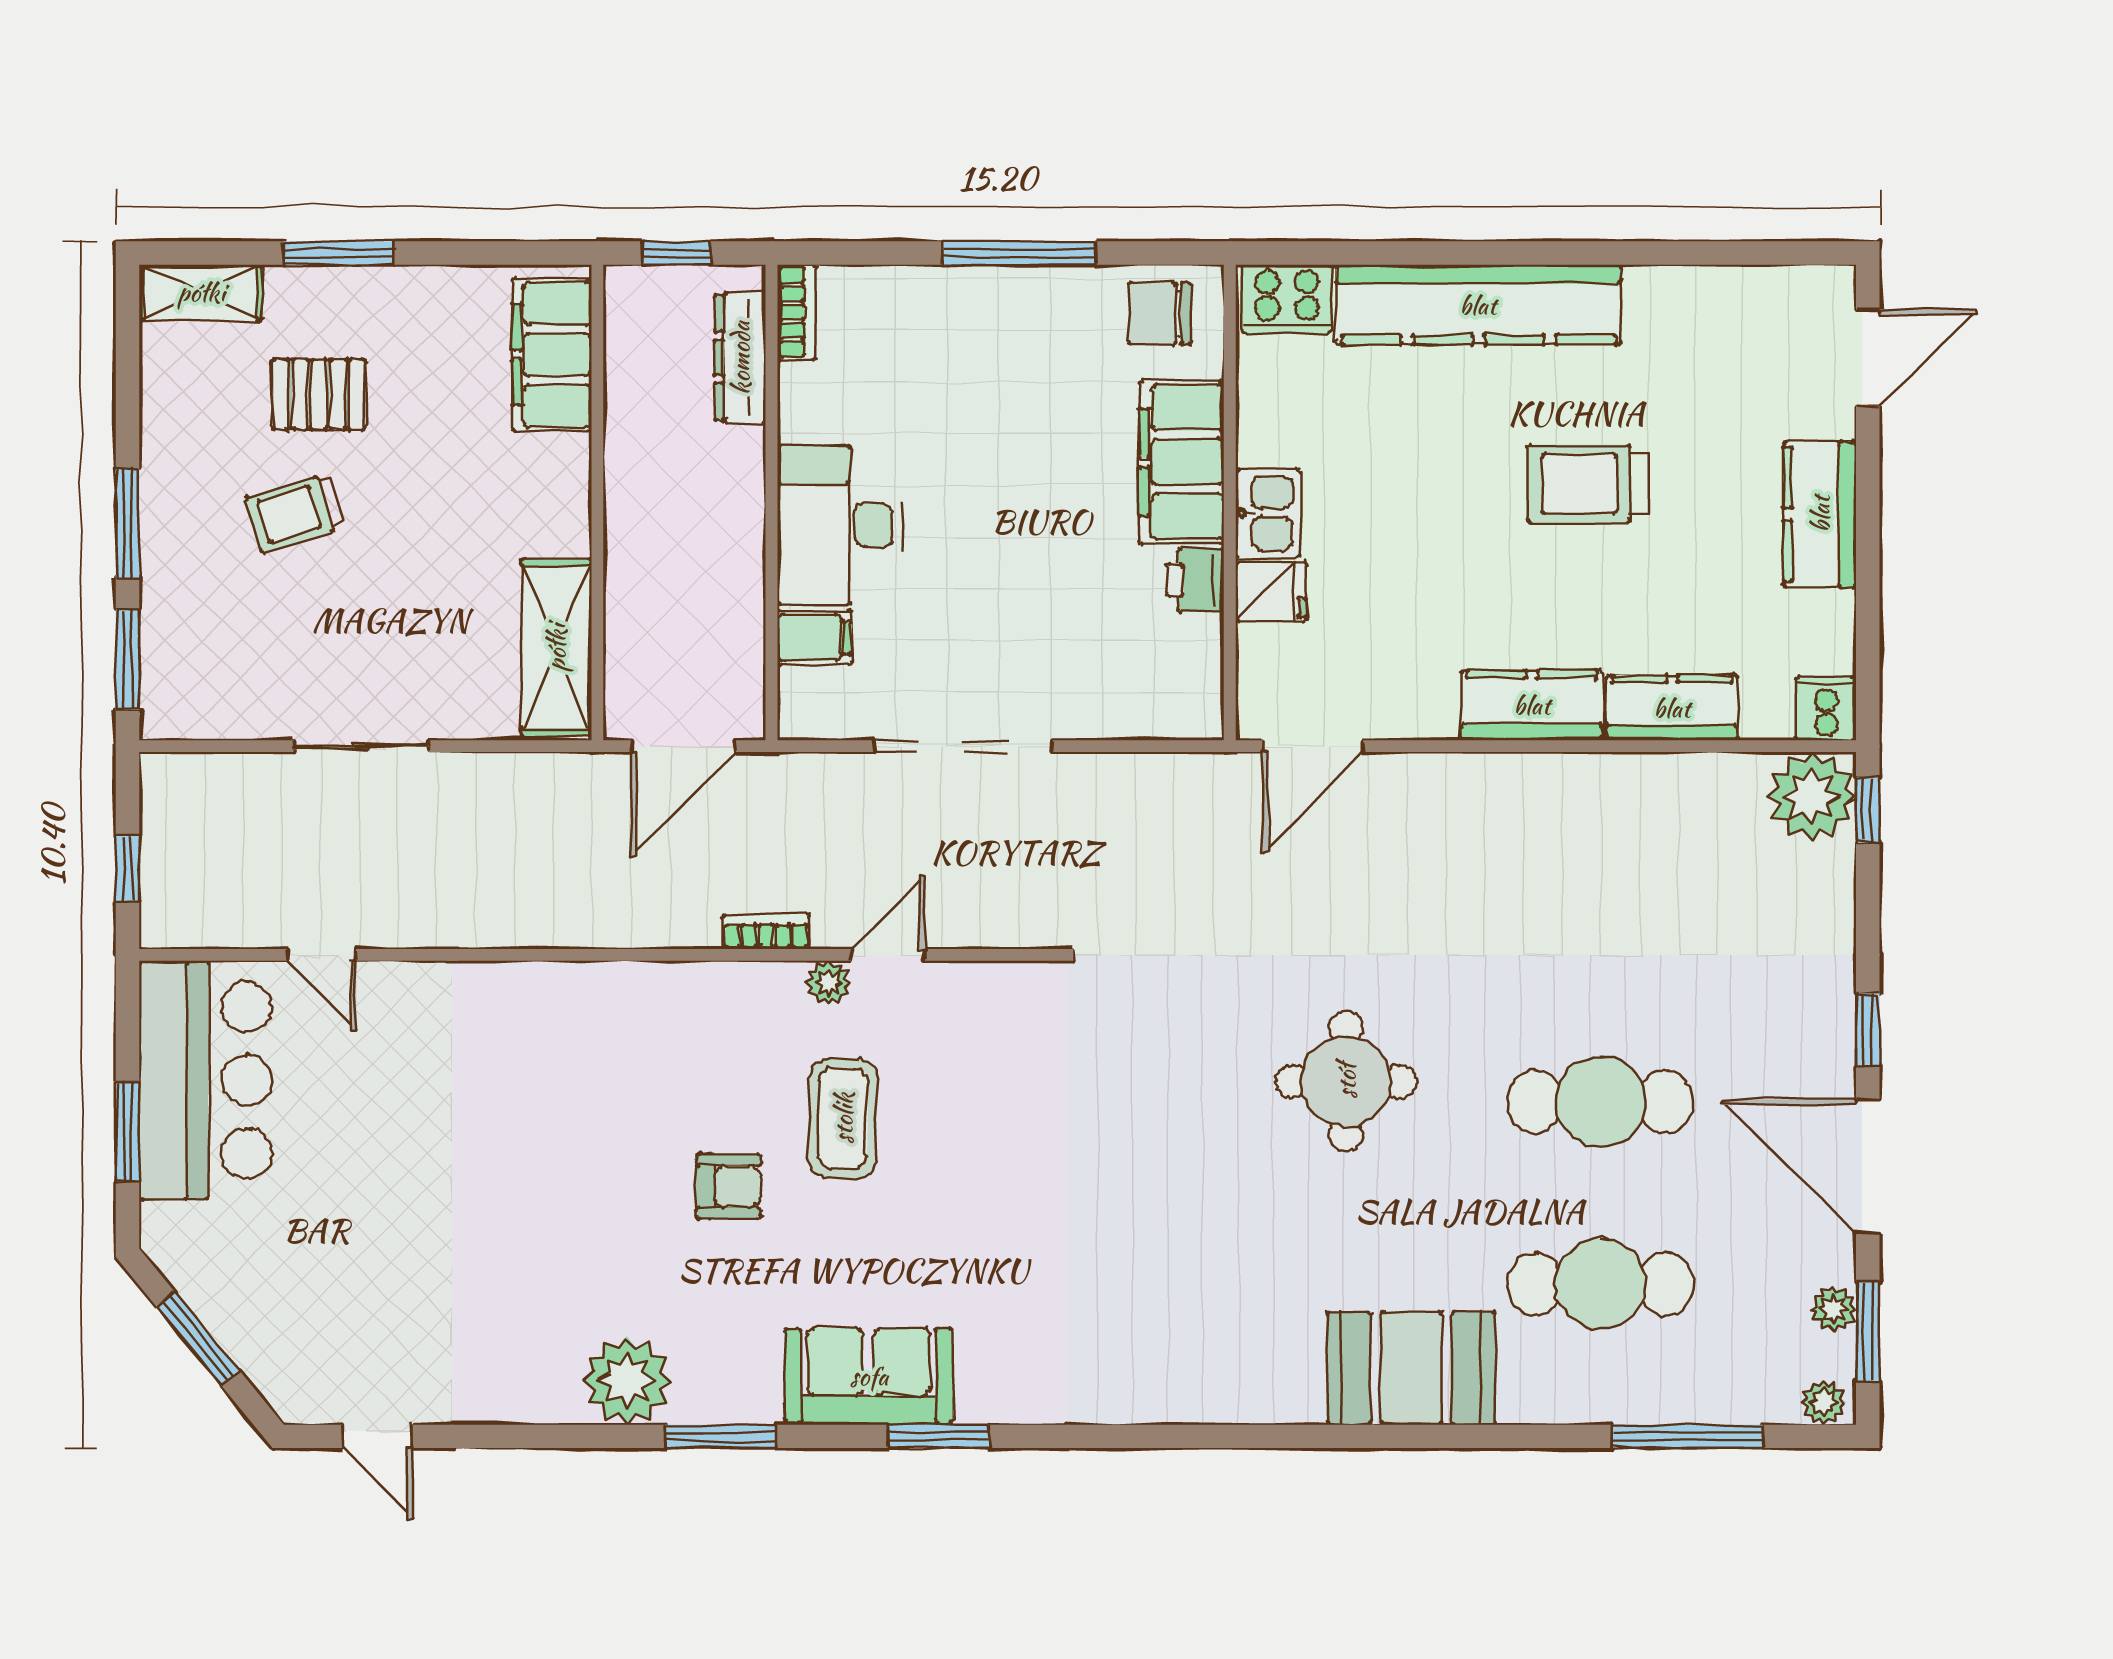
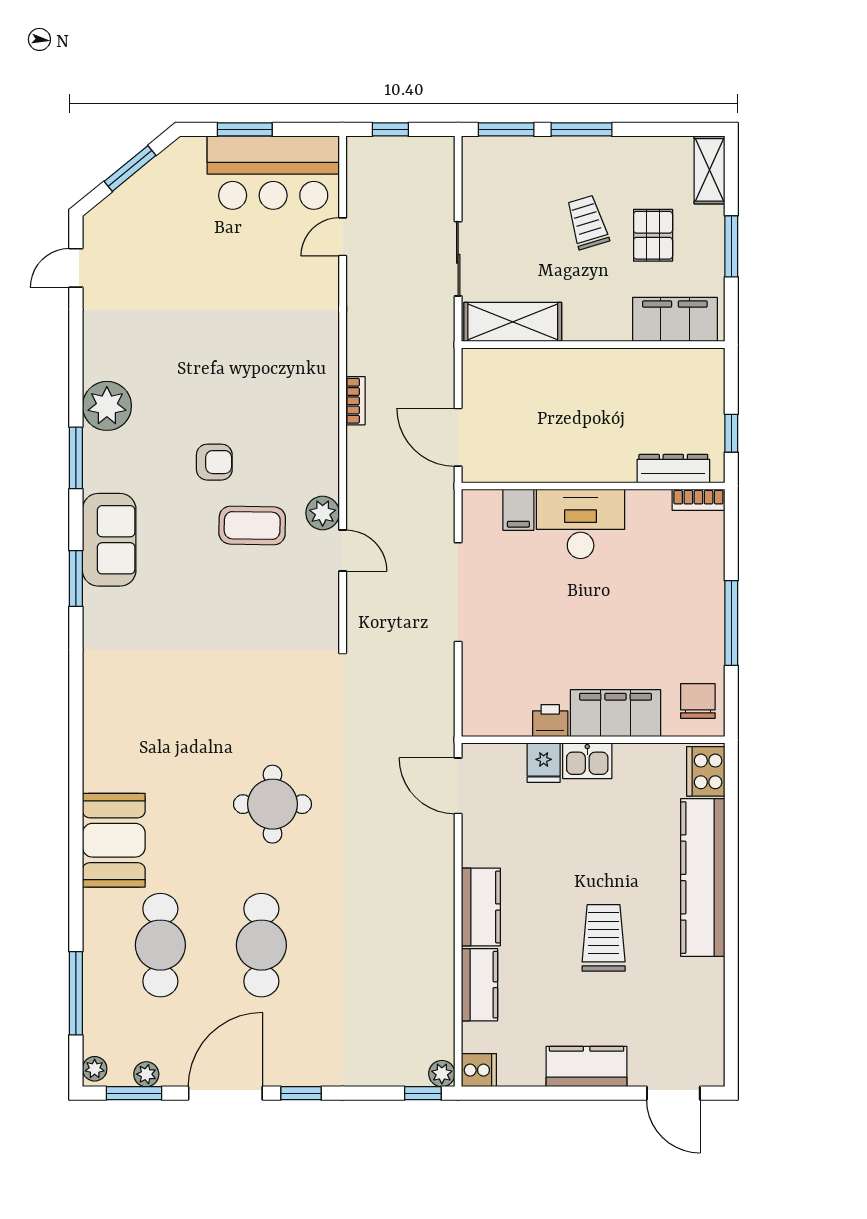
filing cabinet: (552, 355) -> (675, 319), moved
wall: (597, 502) -> (593, 345), moved
shelving: (556, 648) -> (513, 322), moved
plant: (1812, 796) -> (442, 1074), width x0.53, depth x0.53
bookcase: (766, 932) -> (355, 401), moved
plant: (829, 983) -> (323, 513), width x1.38, depth x1.38
armchair: (728, 1187) -> (214, 462), turned -90

